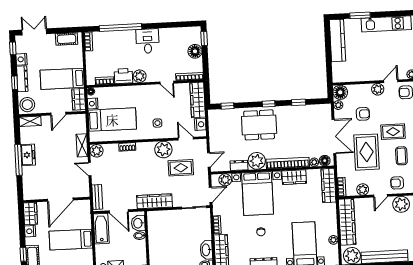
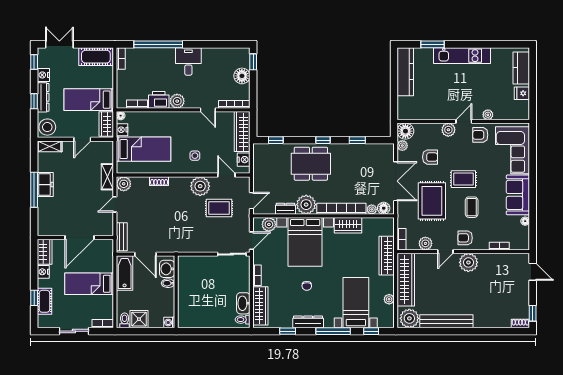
cot: (67, 39) -> (96, 57), width x1.37, depth x1.34
door: (90, 169) -> (115, 204), hinge flipped
wardrobe: (328, 185) -> (387, 256), moved
wardrobe: (155, 201) -> (187, 245), removed

